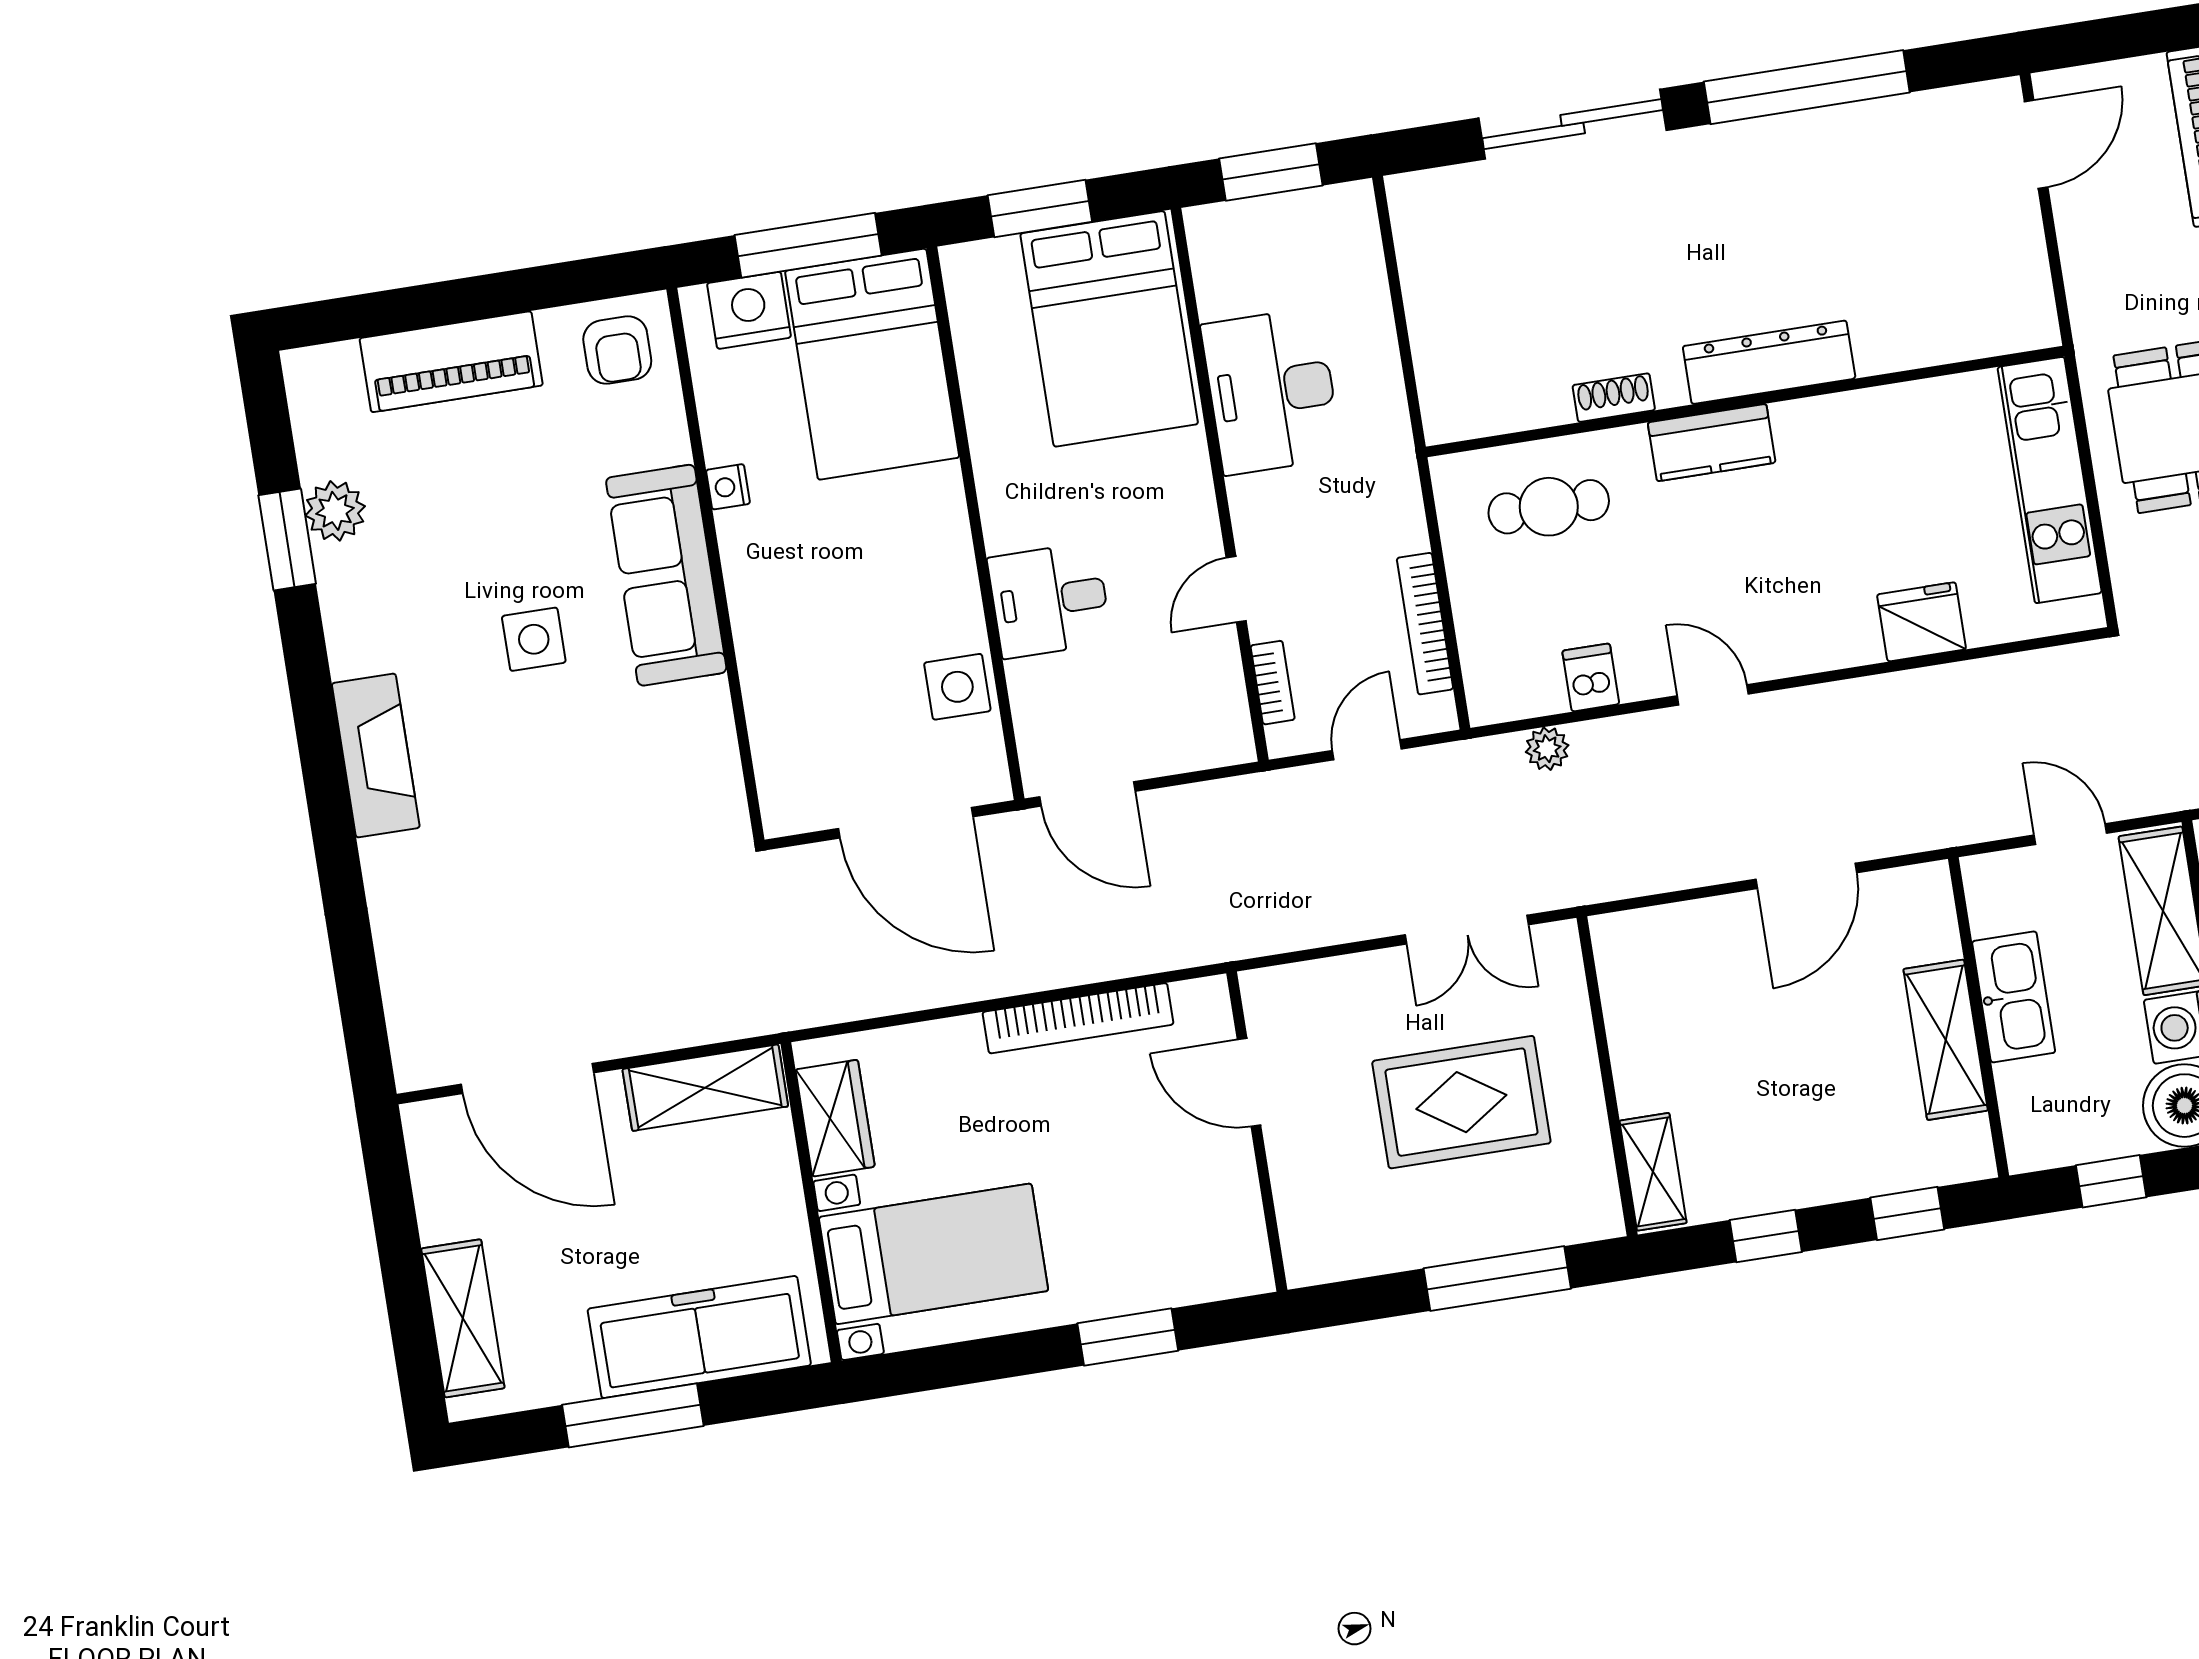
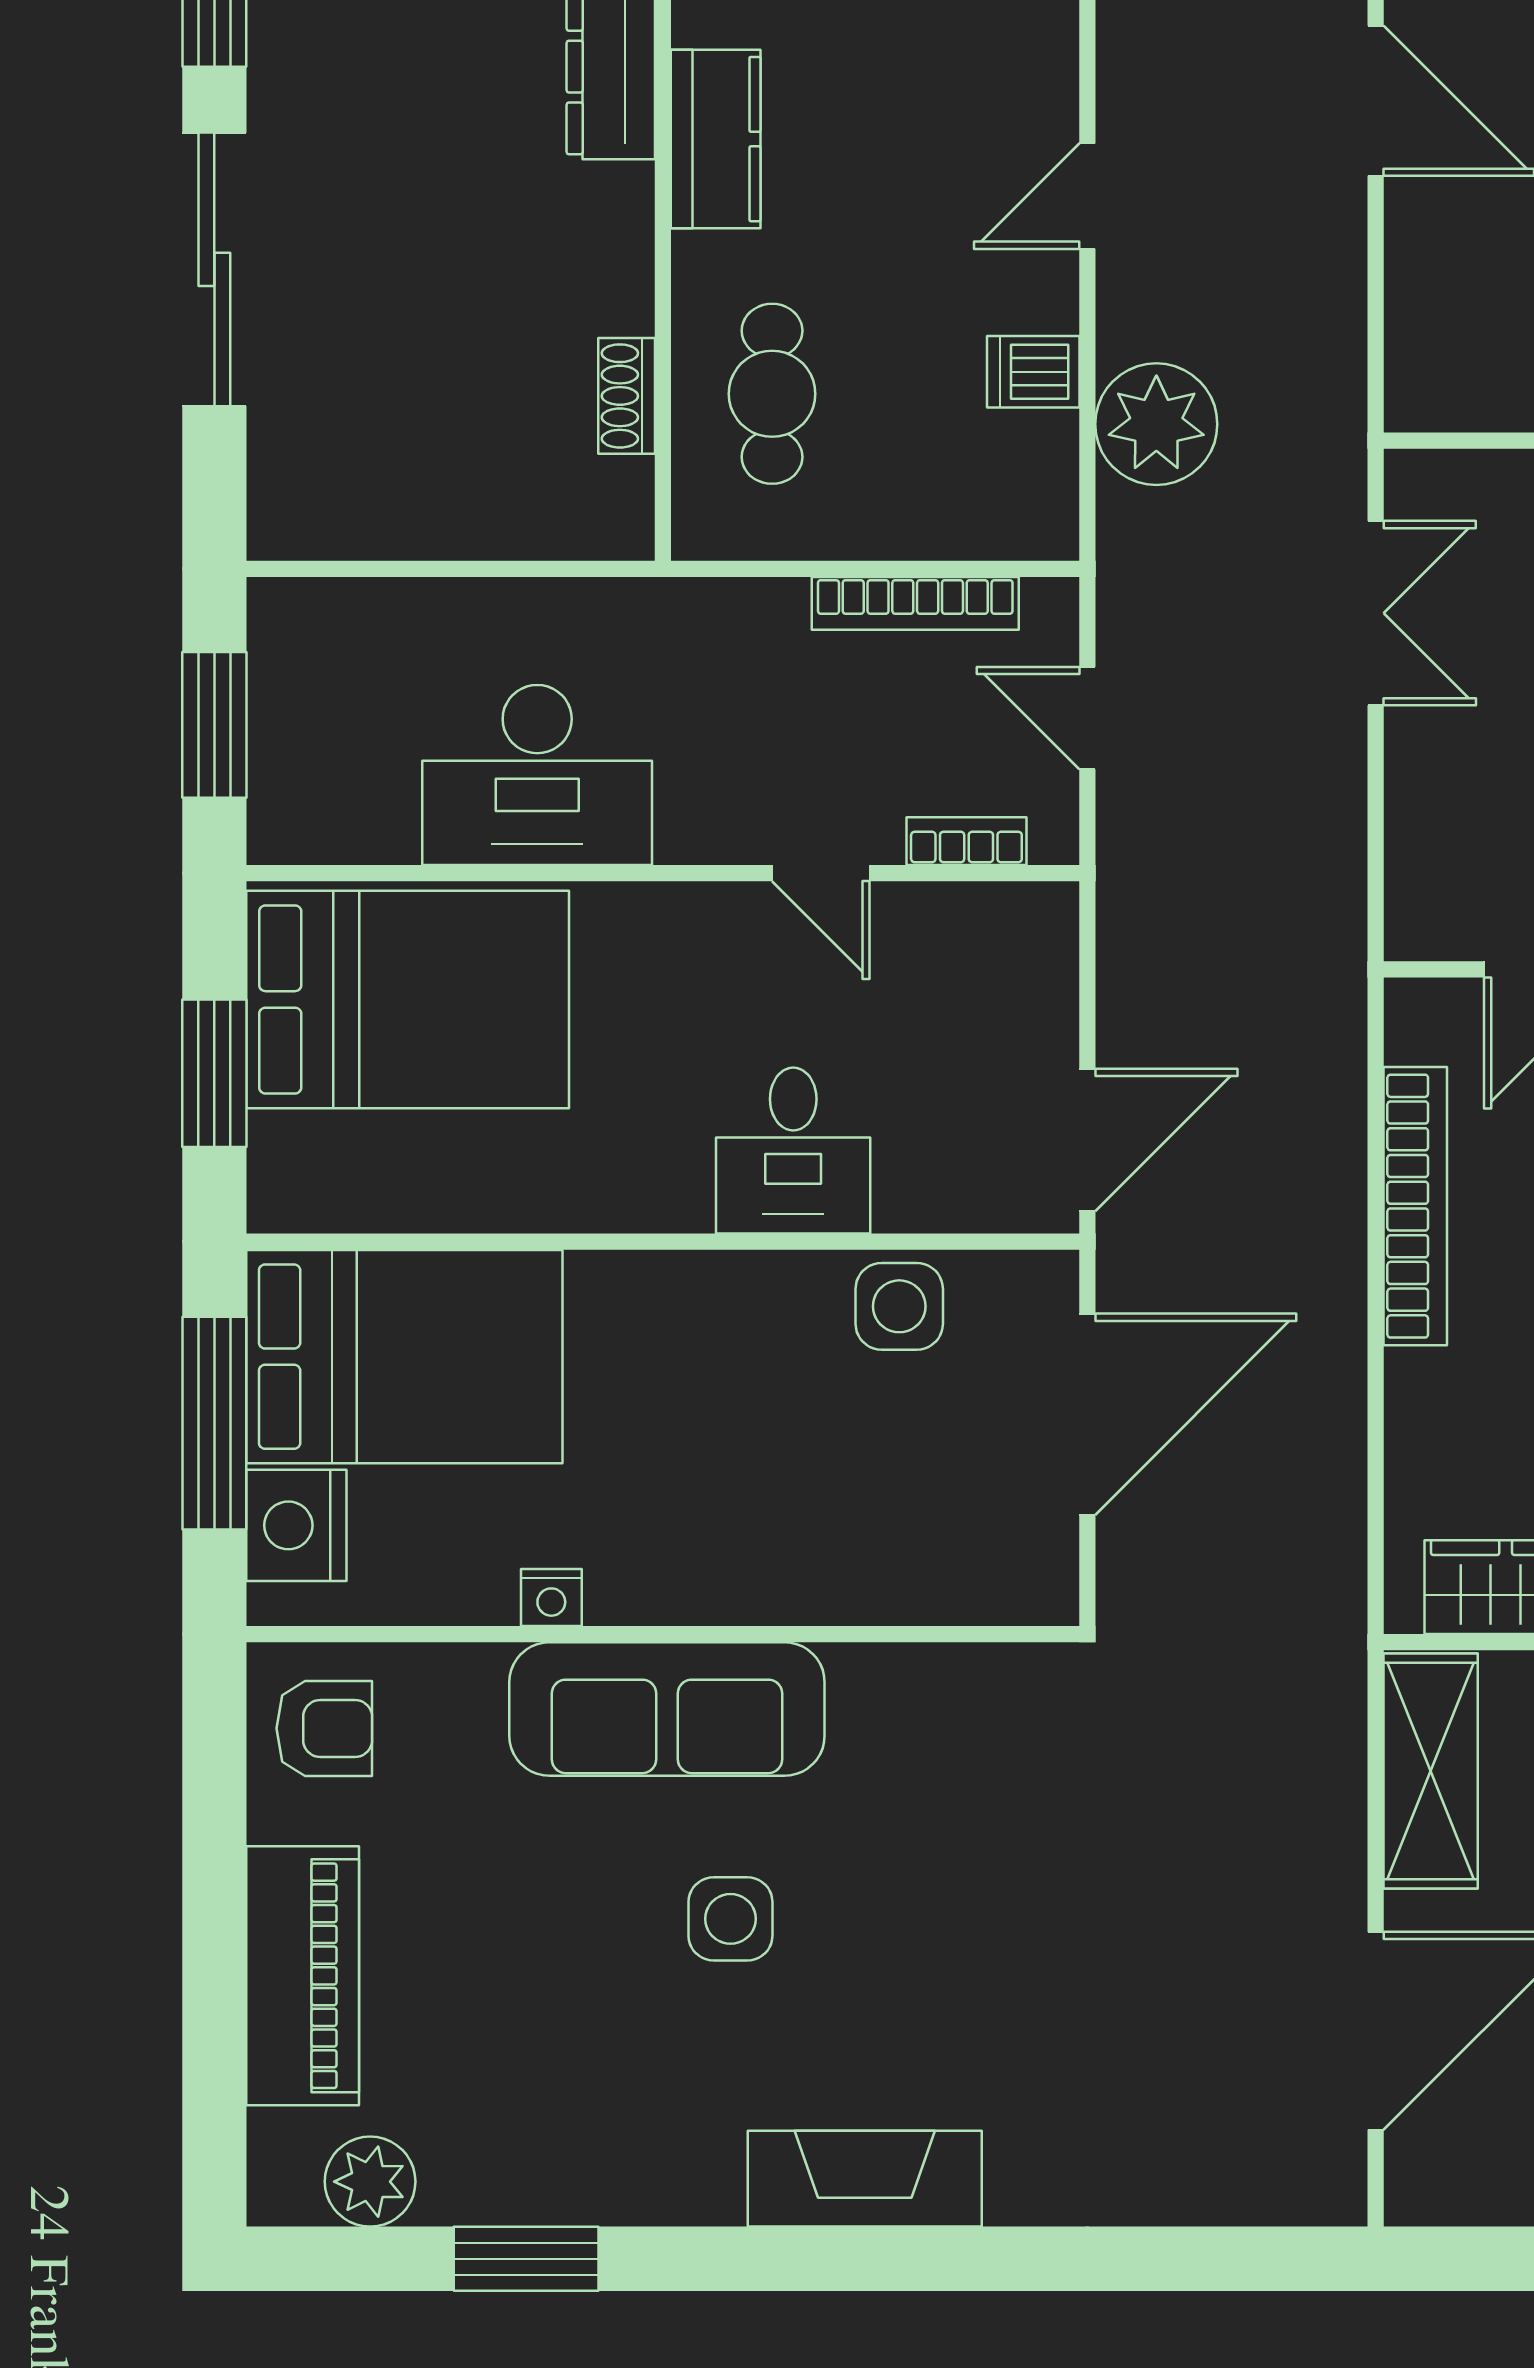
shoe rack: (1614, 398) -> (627, 396), moved
plant: (335, 511) -> (370, 2182), moved
plant: (1547, 749) -> (1156, 424), width x1.88, depth x1.88

